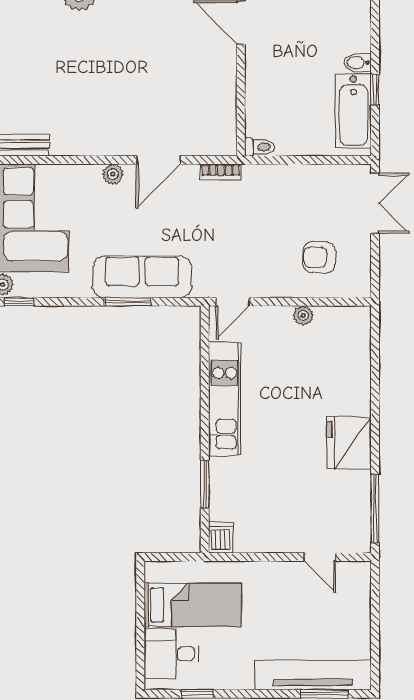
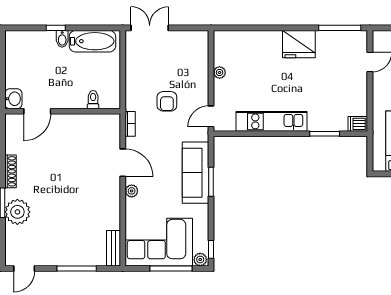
window: (375, 90) -> (56, 28), moved
toilet: (260, 147) -> (93, 100), moved
armchair: (319, 257) -> (167, 101), moved
door: (233, 302) -> (211, 116), swing flipped

